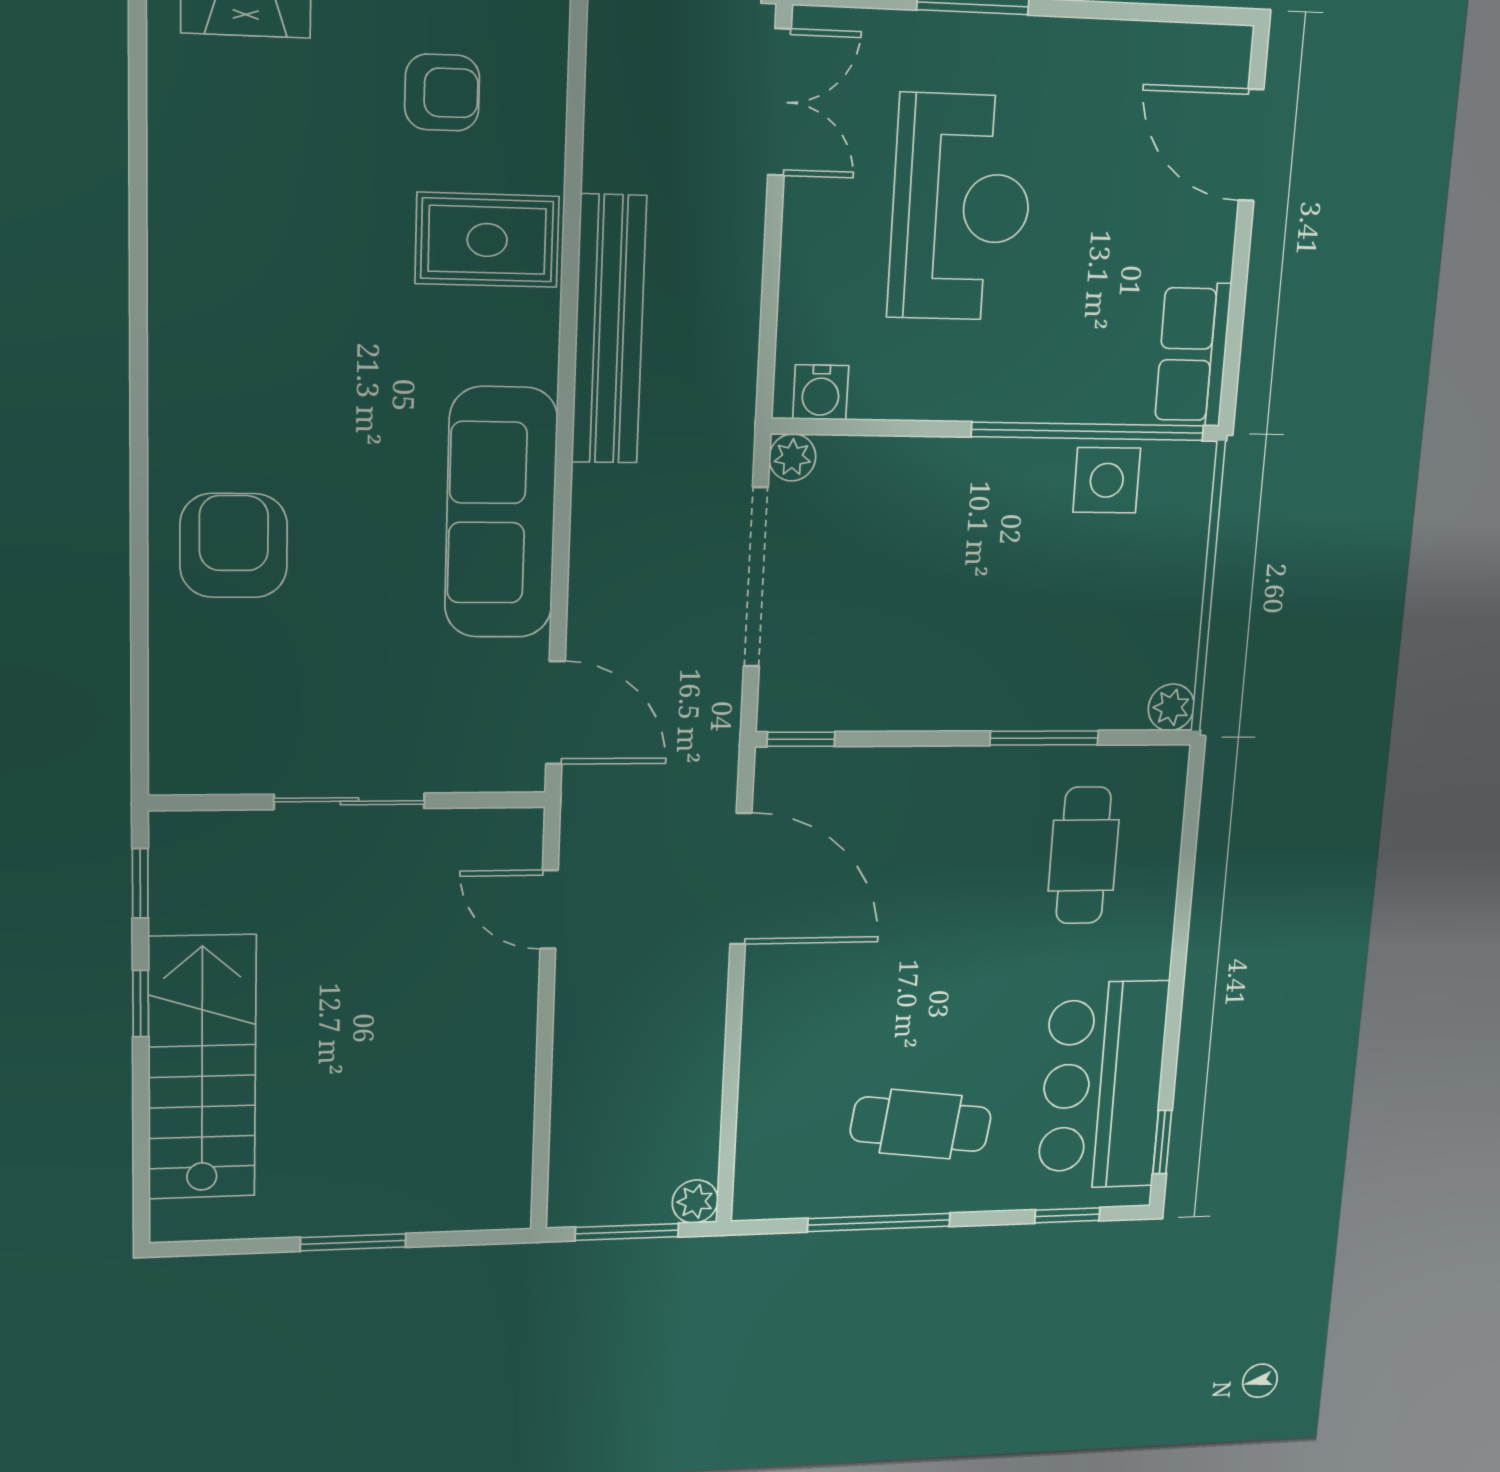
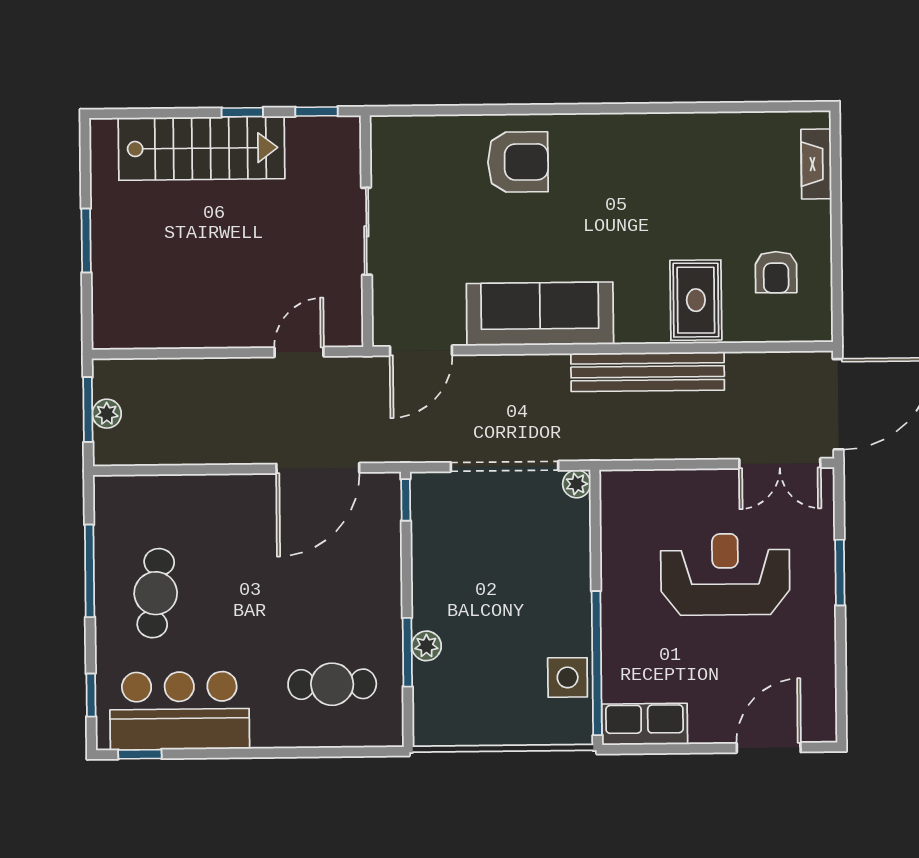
reception desk: (961, 208) -> (725, 574), turned 180
water cooler: (821, 392) -> (615, 498), removed
plant: (1171, 707) -> (426, 646), moved
plant: (695, 1202) -> (107, 414), moved

